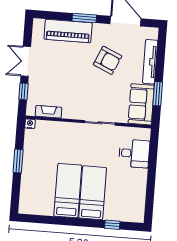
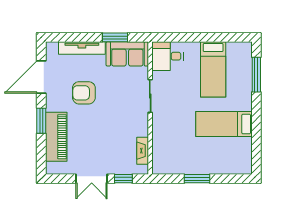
armchair: (108, 60) -> (84, 93), turned -114
nightstand: (30, 124) -> (157, 169), removed
desk: (134, 153) -> (168, 56), moved, turned -90
bed: (93, 193) -> (213, 69), moved, turned -90
window: (112, 225) -> (256, 75), width x2.17

